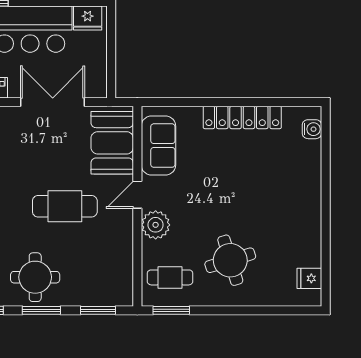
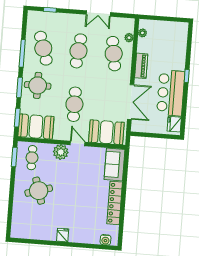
sofa: (158, 146) -> (114, 164), moved, turned 90
booth: (112, 274) -> (36, 127), added
fridge: (309, 278) -> (63, 235), moved

